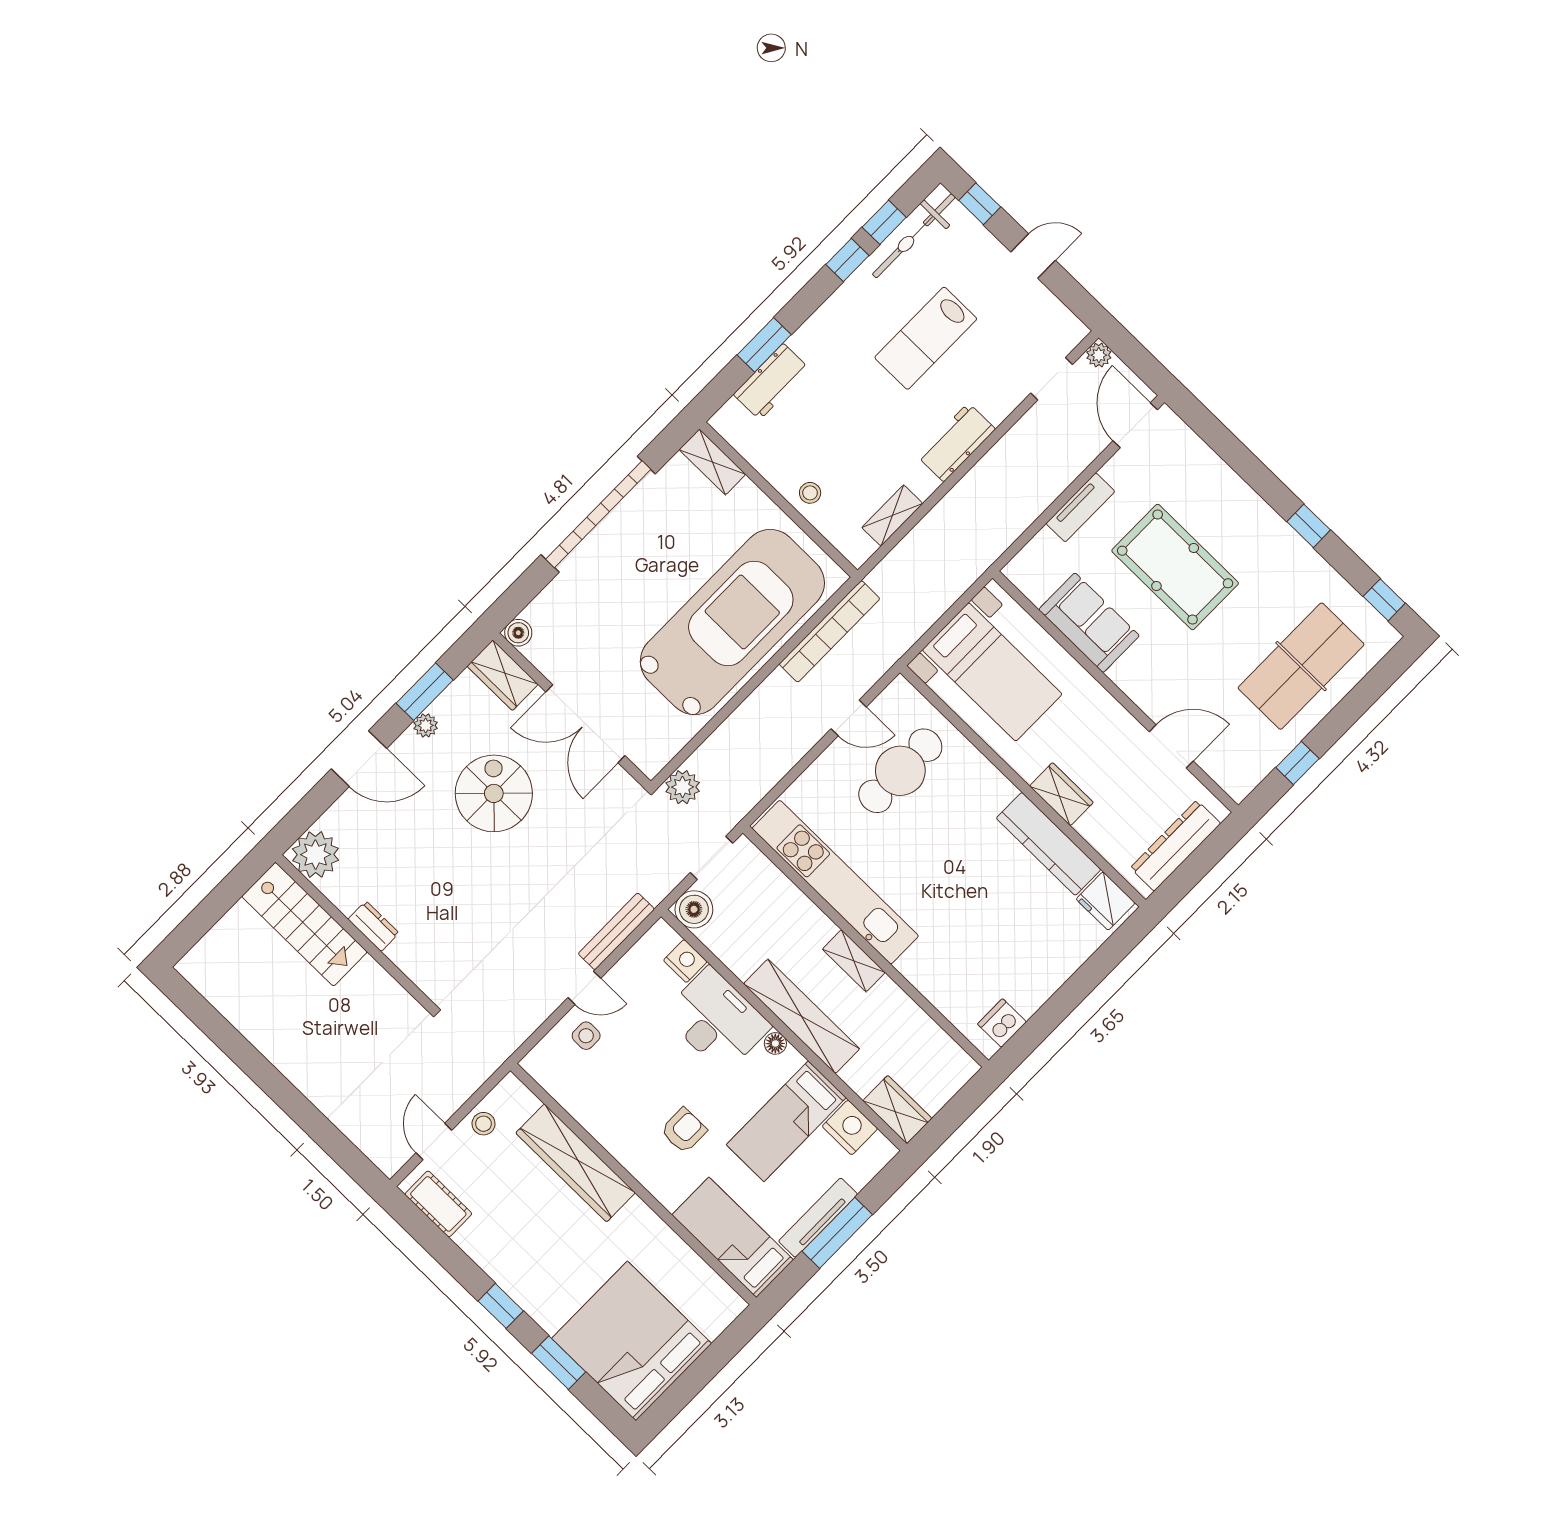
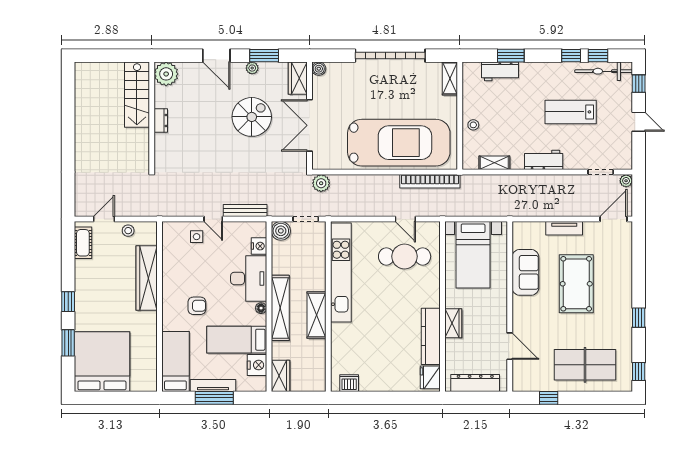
shelving: (854, 961) -> (317, 315), width x1.50, depth x1.33

